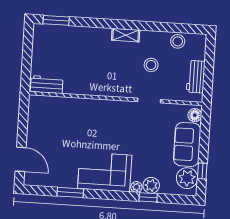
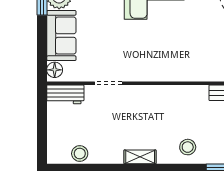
stool: (151, 65) -> (188, 147), moved
workbench: (196, 77) -> (65, 94), moved, turned 90

